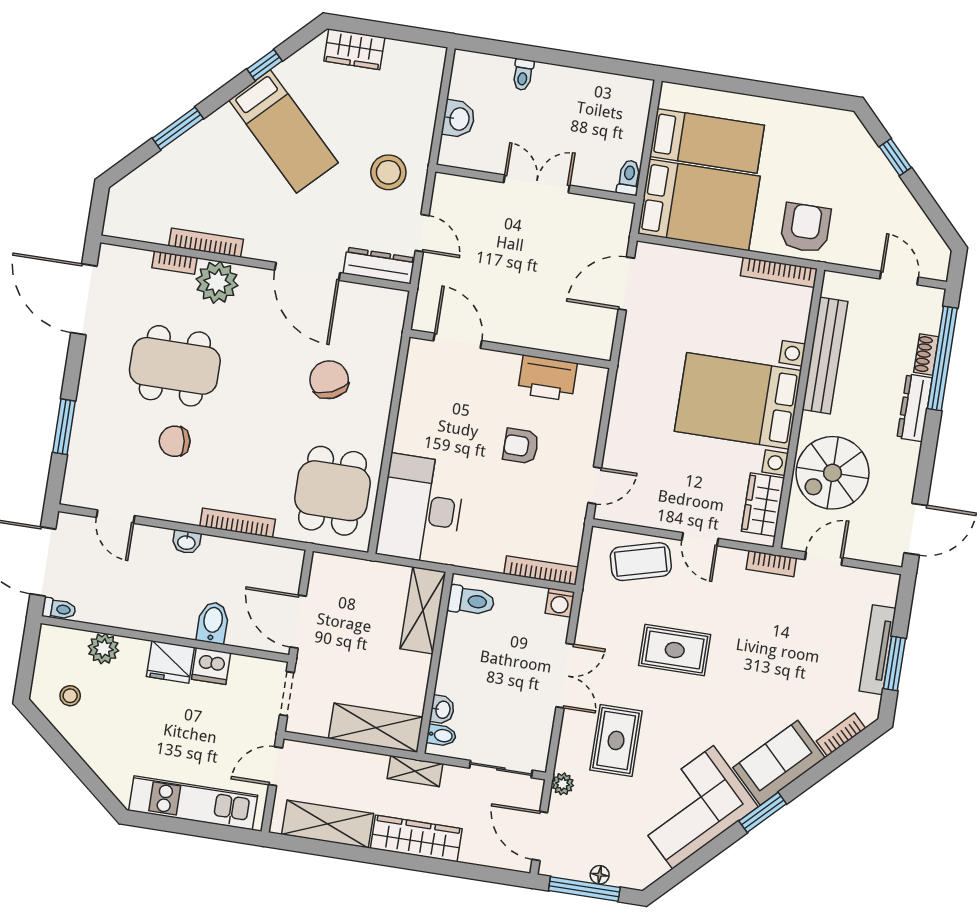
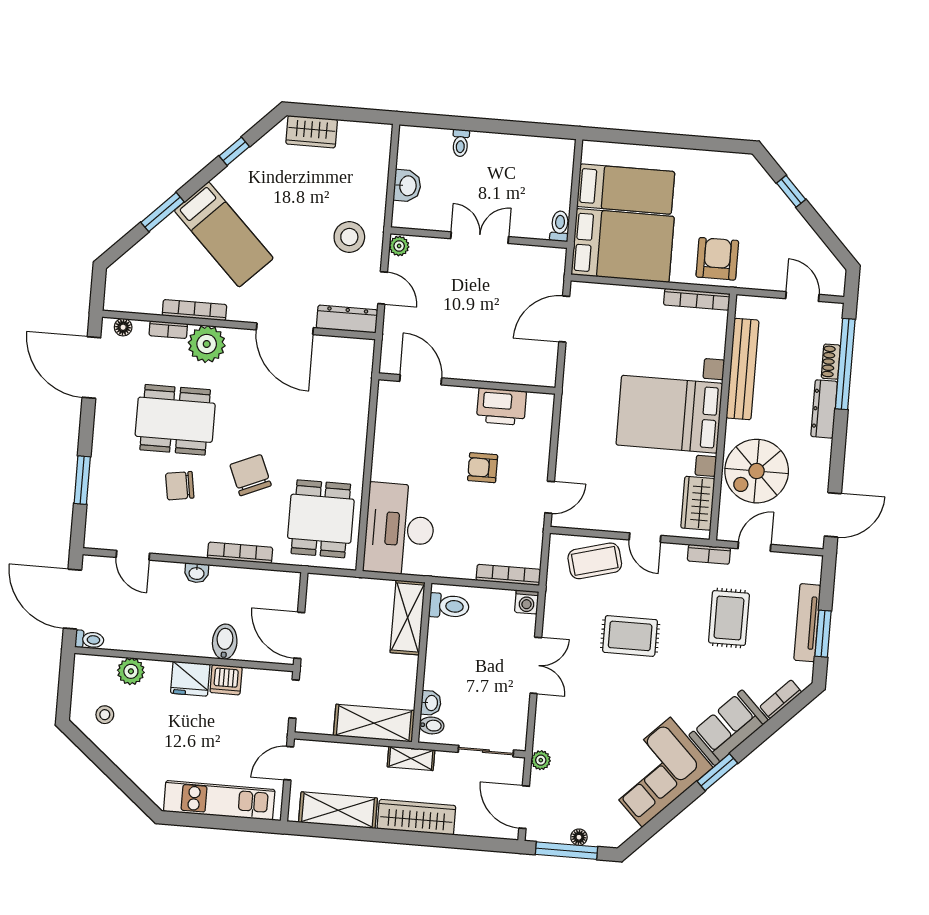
bed: (283, 131) -> (224, 234), moved
plant: (444, 187) -> (399, 246), added
floor lamp: (123, 256) -> (123, 327), added
chair: (329, 380) -> (251, 475), moved
rug: (616, 740) -> (729, 618), moved

